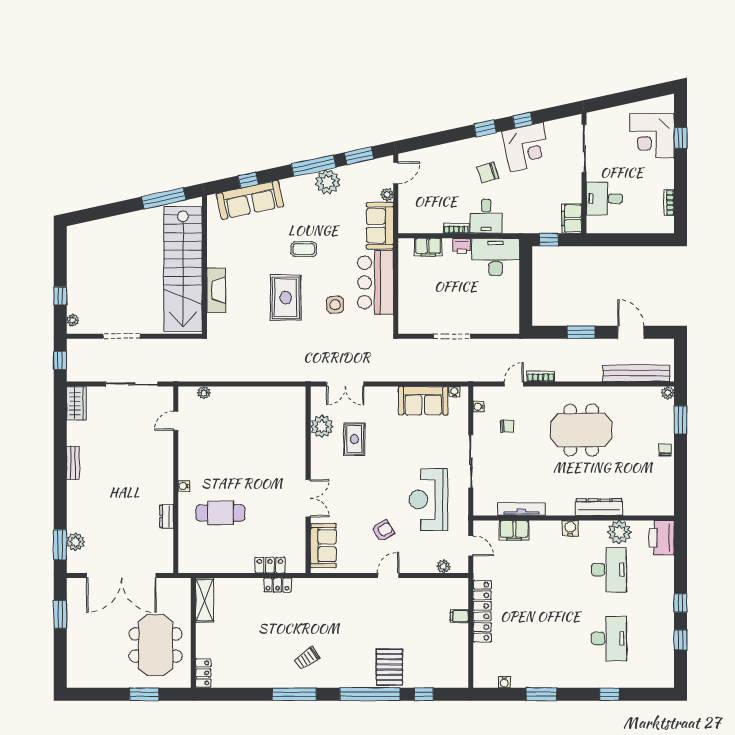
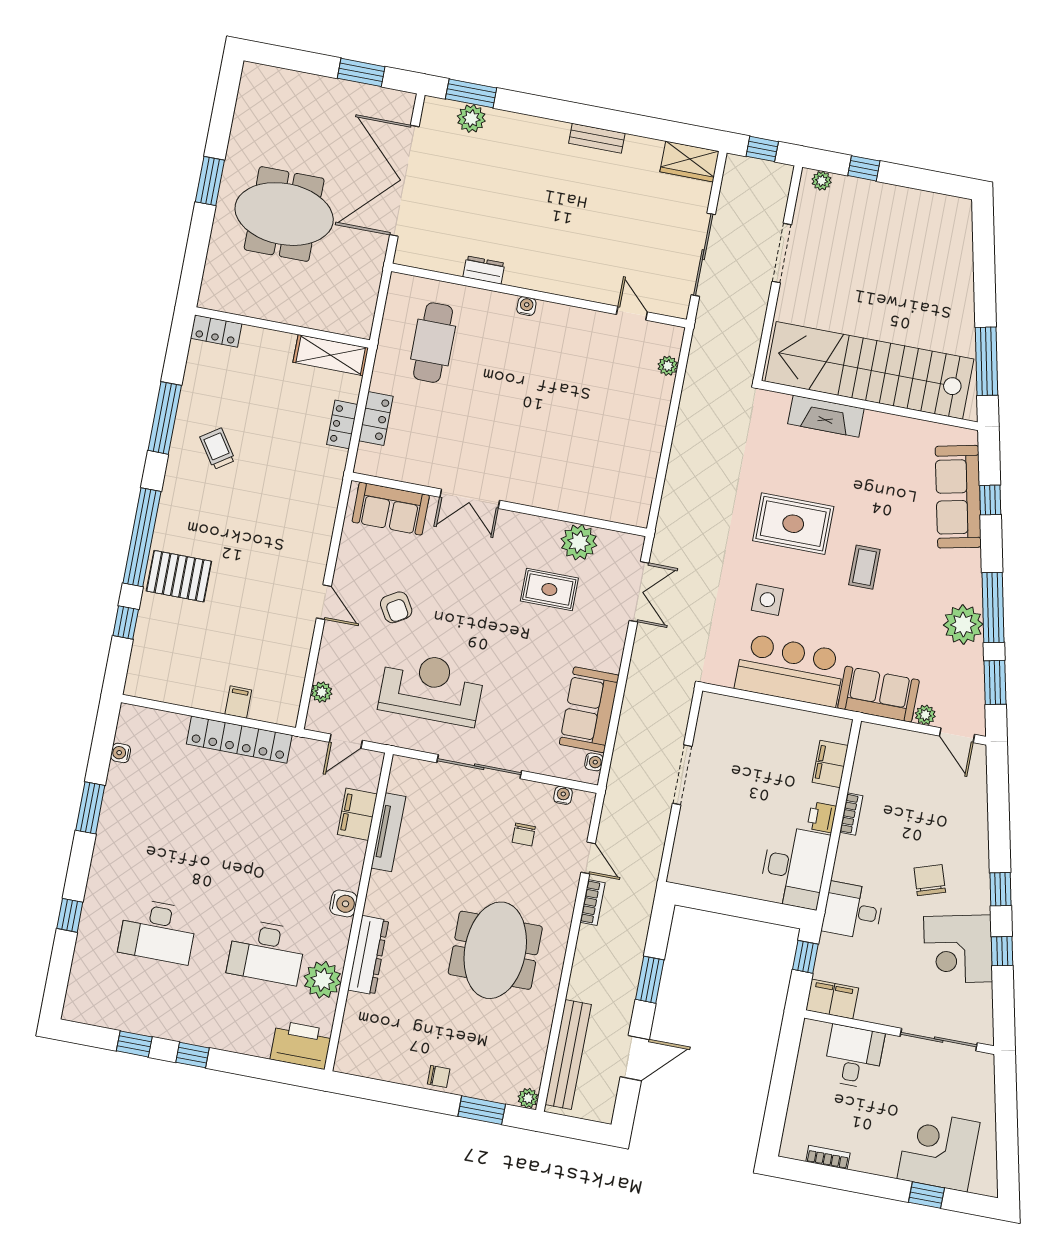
desk: (486, 216) -> (853, 911), moved
double door: (345, 384) -> (639, 592), swing flipped
cafe table: (221, 513) -> (433, 343), moved
shelving: (205, 600) -> (331, 355), moved
wall: (193, 633) -> (282, 327), moved
locker: (203, 673) -> (216, 331), moved

